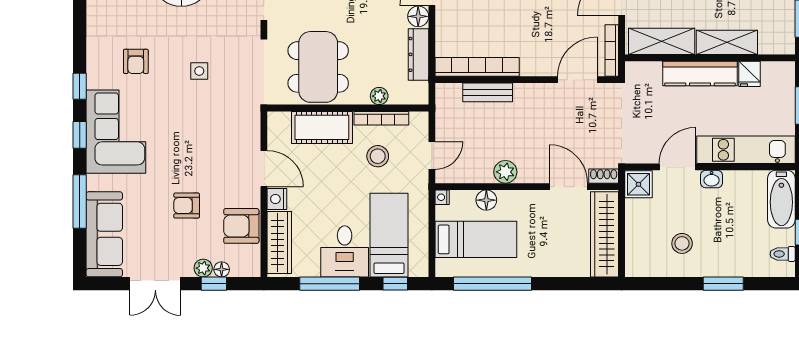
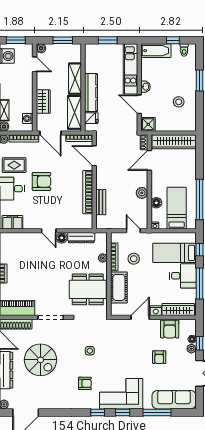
bookcase: (477, 67) -> (88, 192), moved
fridge: (750, 74) -> (91, 118), moved

